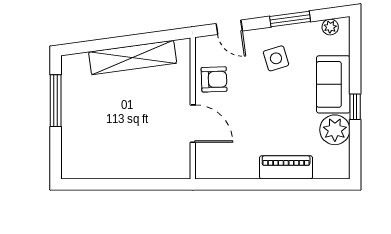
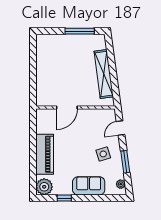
armchair: (214, 79) -> (91, 119), removed
window: (355, 107) -> (64, 198), moved
plant: (335, 130) -> (44, 187), moved
piano: (286, 167) -> (45, 154), width x1.37, depth x1.33

